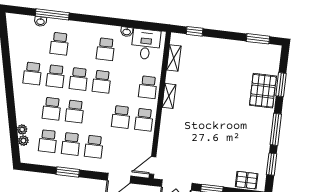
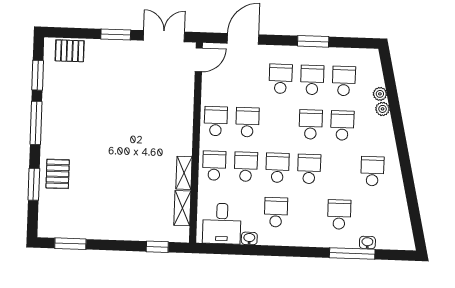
school desk: (56, 76) -> (246, 167), moved
pallet: (263, 91) -> (58, 174), width x0.67, depth x0.71
shelving: (169, 96) -> (184, 173), moved
plant: (23, 141) -> (383, 109), moved

